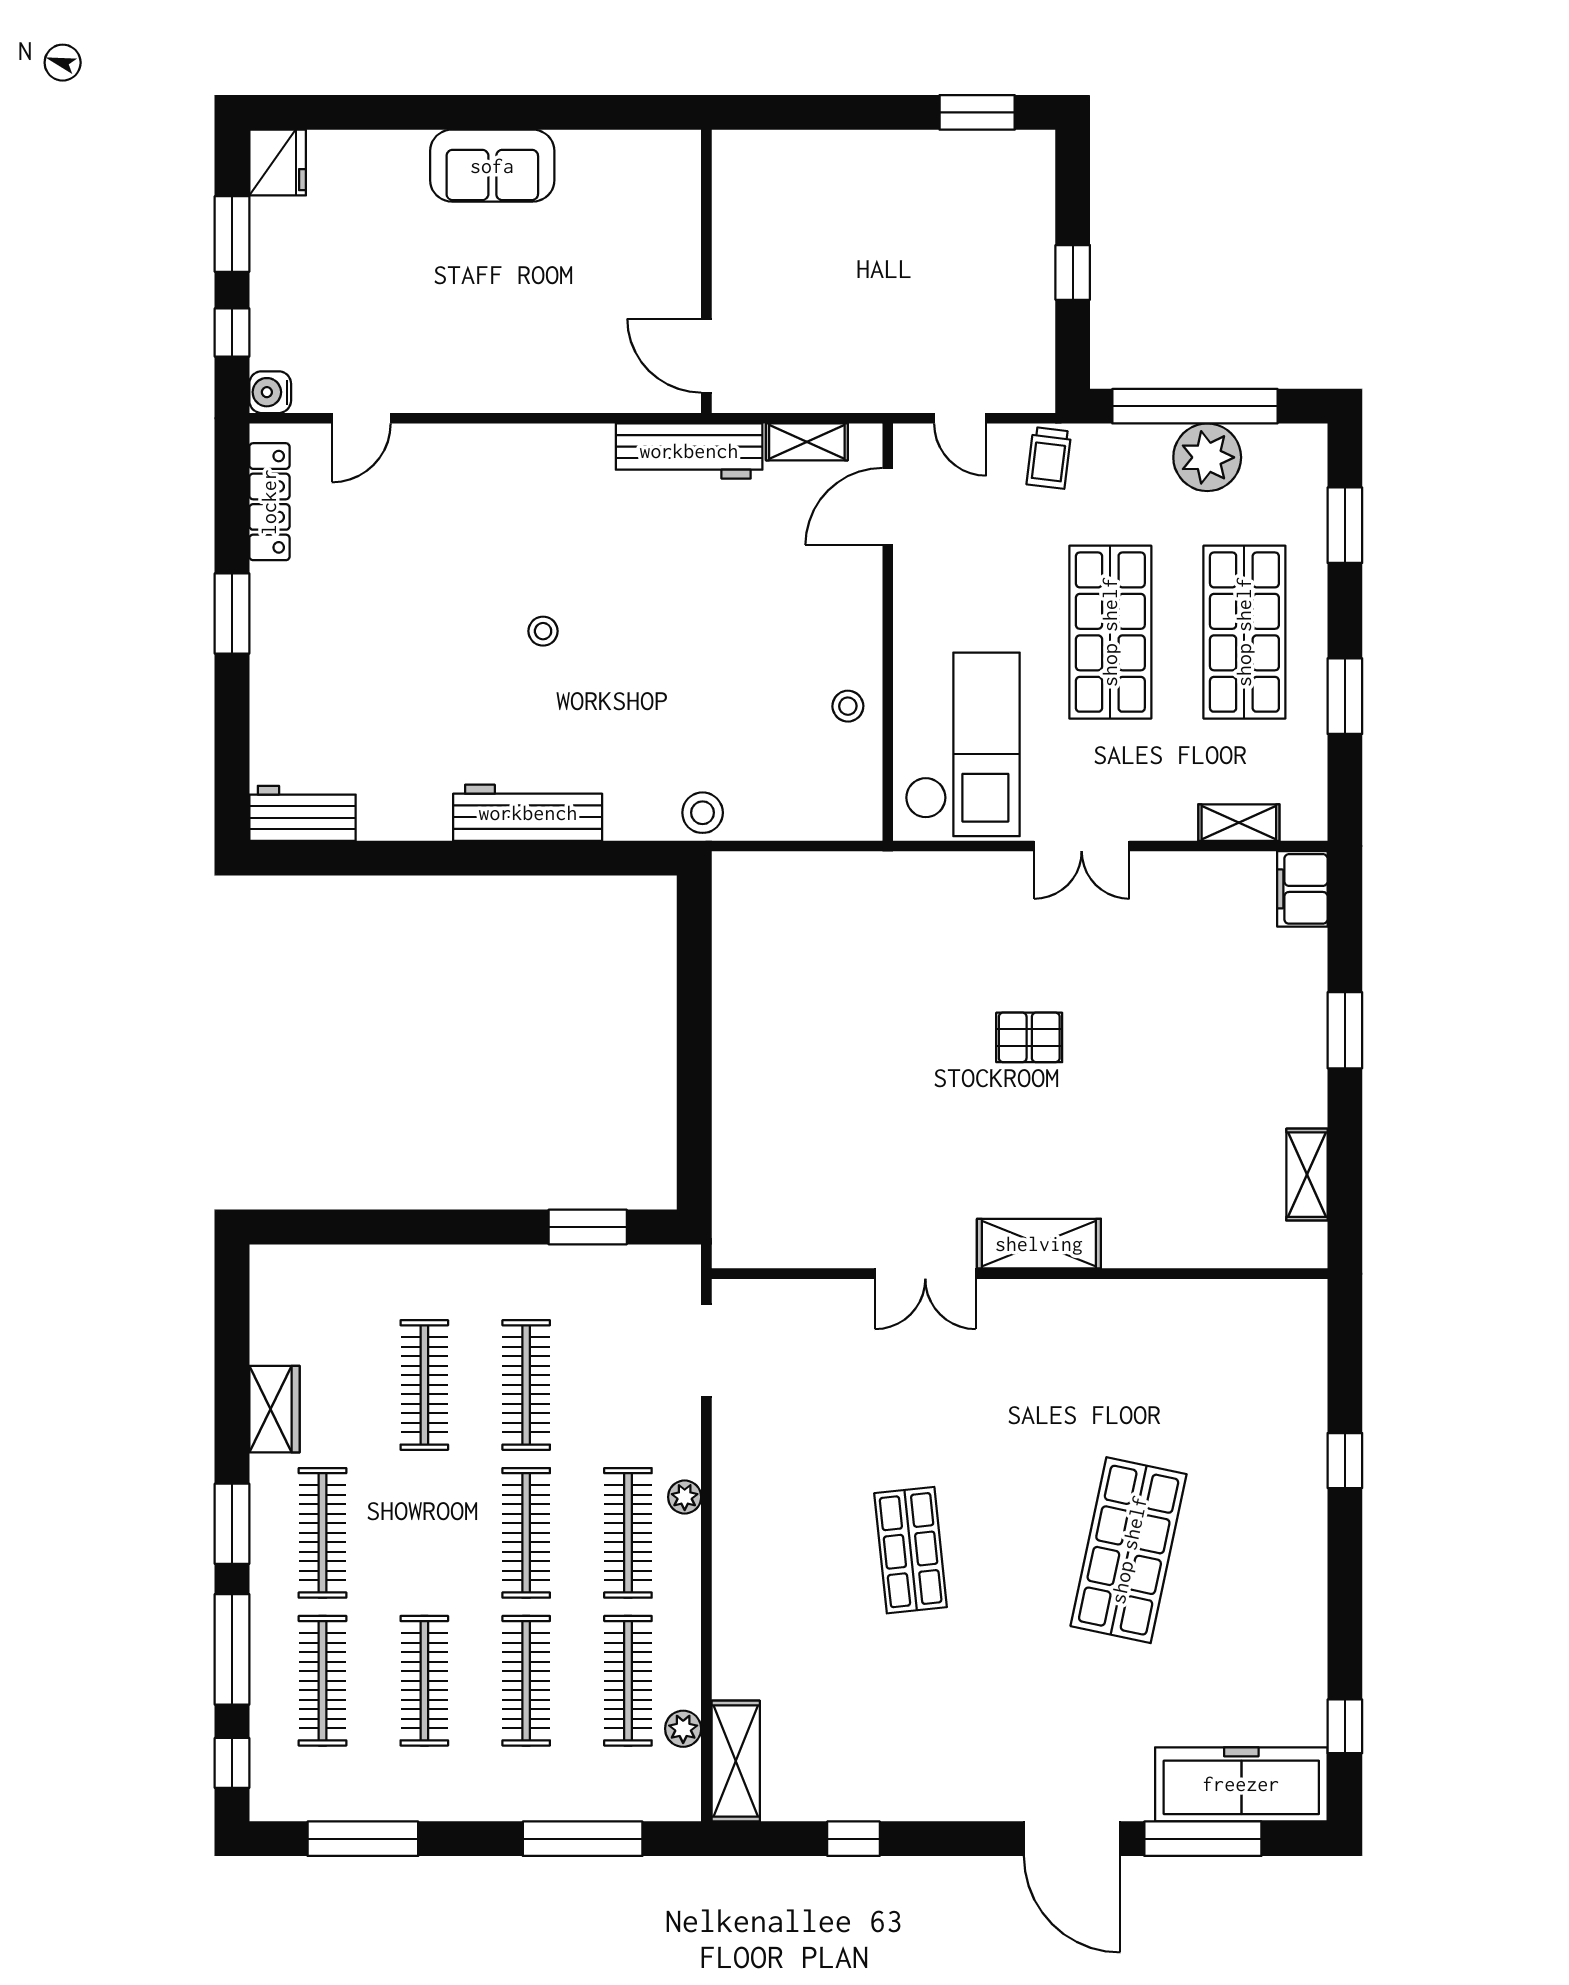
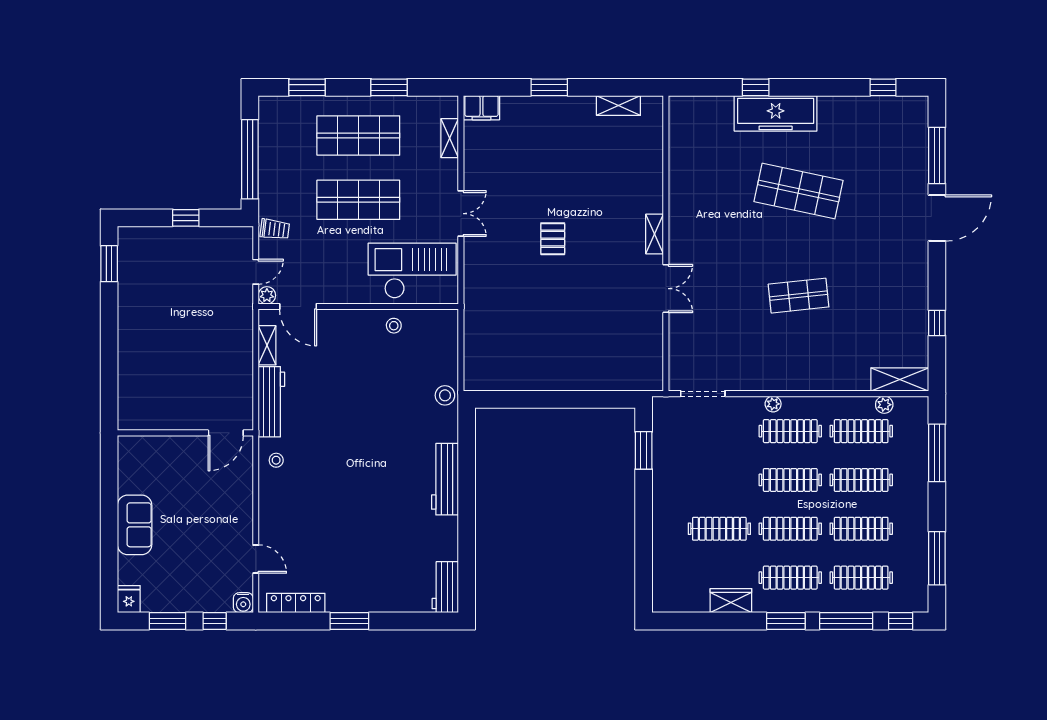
fridge: (278, 163) -> (129, 599), width x0.72
sofa: (492, 166) -> (135, 525), moved
wall: (706, 271) -> (185, 433), moved
door: (706, 356) -> (226, 433), moved
plant: (1207, 457) -> (267, 295), moved, width x0.53, depth x0.53
stool: (543, 631) -> (276, 460), moved
shelving: (1039, 1244) -> (655, 234), width x0.67, depth x0.75
clothes rail: (526, 1385) -> (790, 529), moved
freezer: (1241, 1784) -> (776, 113), moved, turned -90

